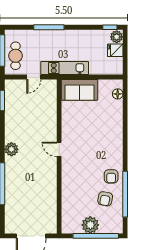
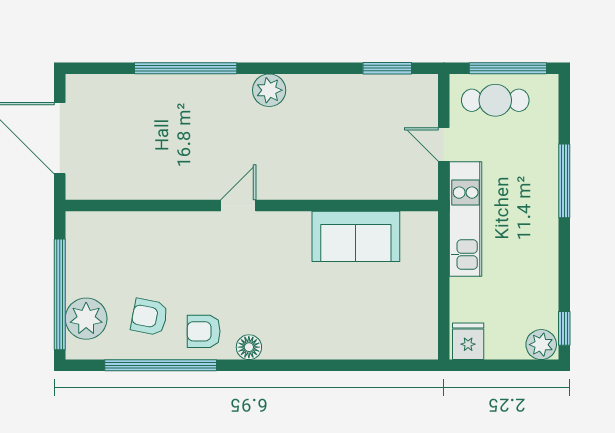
fridge: (115, 50) -> (468, 341), moved
sofa: (79, 90) -> (356, 236), moved, turned -90
floor lamp: (118, 94) -> (249, 347), moved
door: (59, 149) -> (238, 206), moved
plant: (90, 225) -> (86, 319), moved

